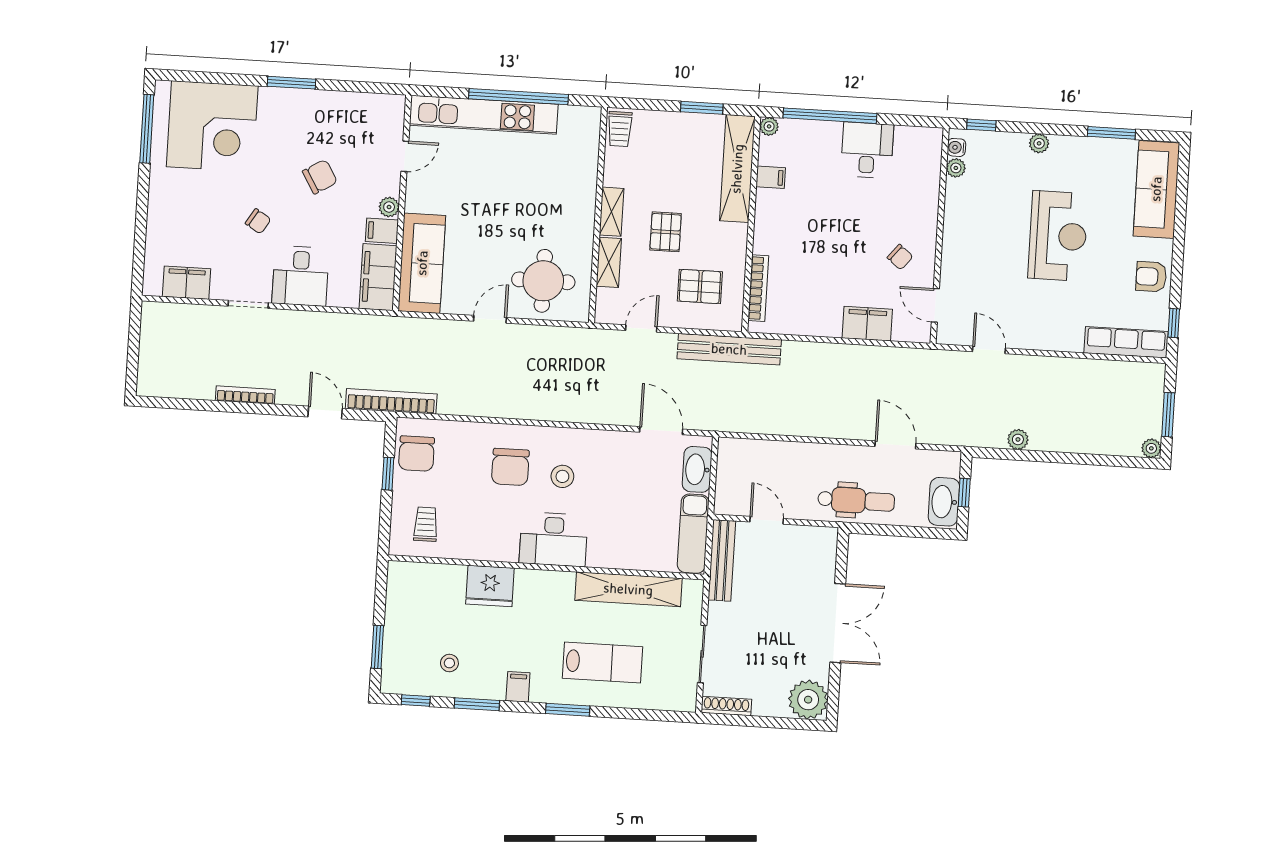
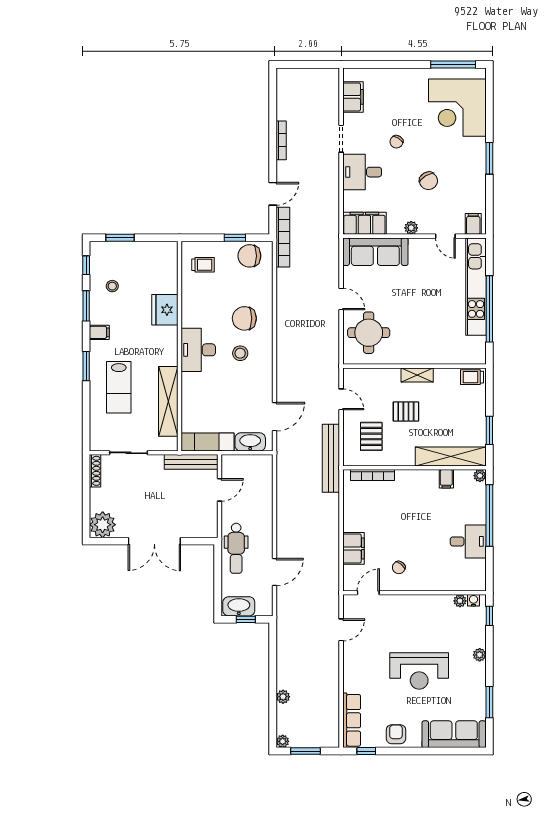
filing cabinet: (382, 231) -> (473, 224), moved
shelving: (609, 262) -> (383, 375), removed
plant: (1018, 439) -> (283, 697), moved

